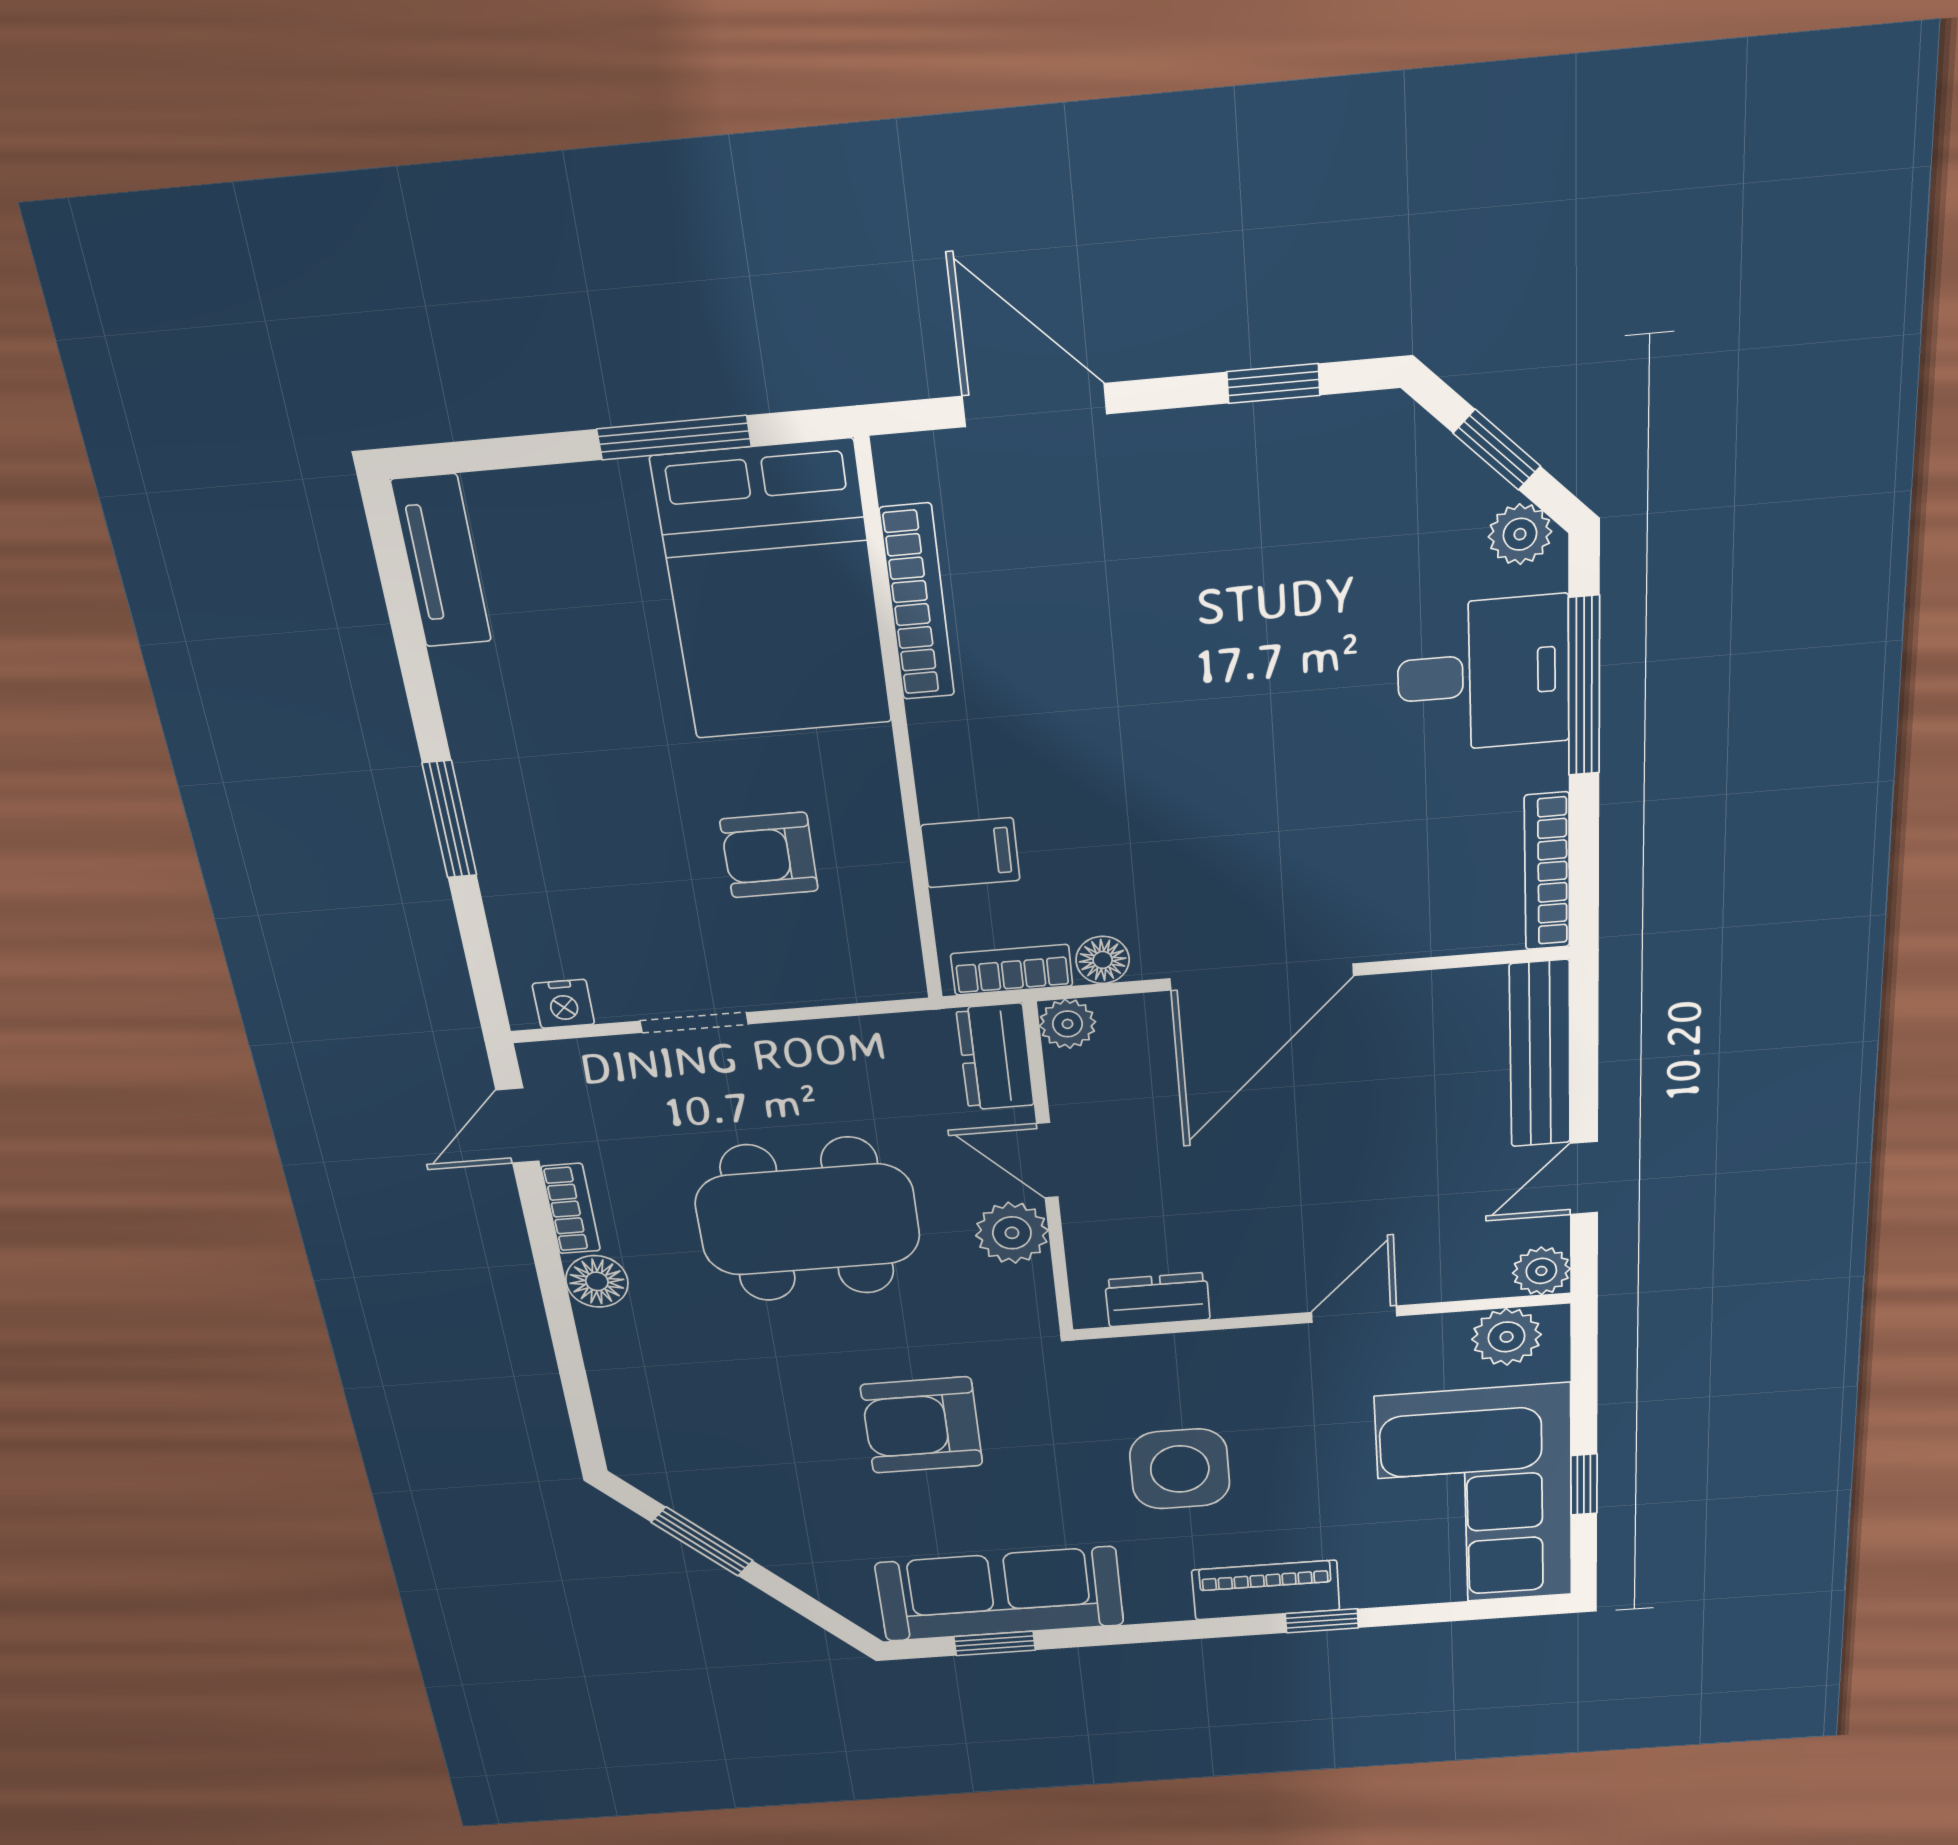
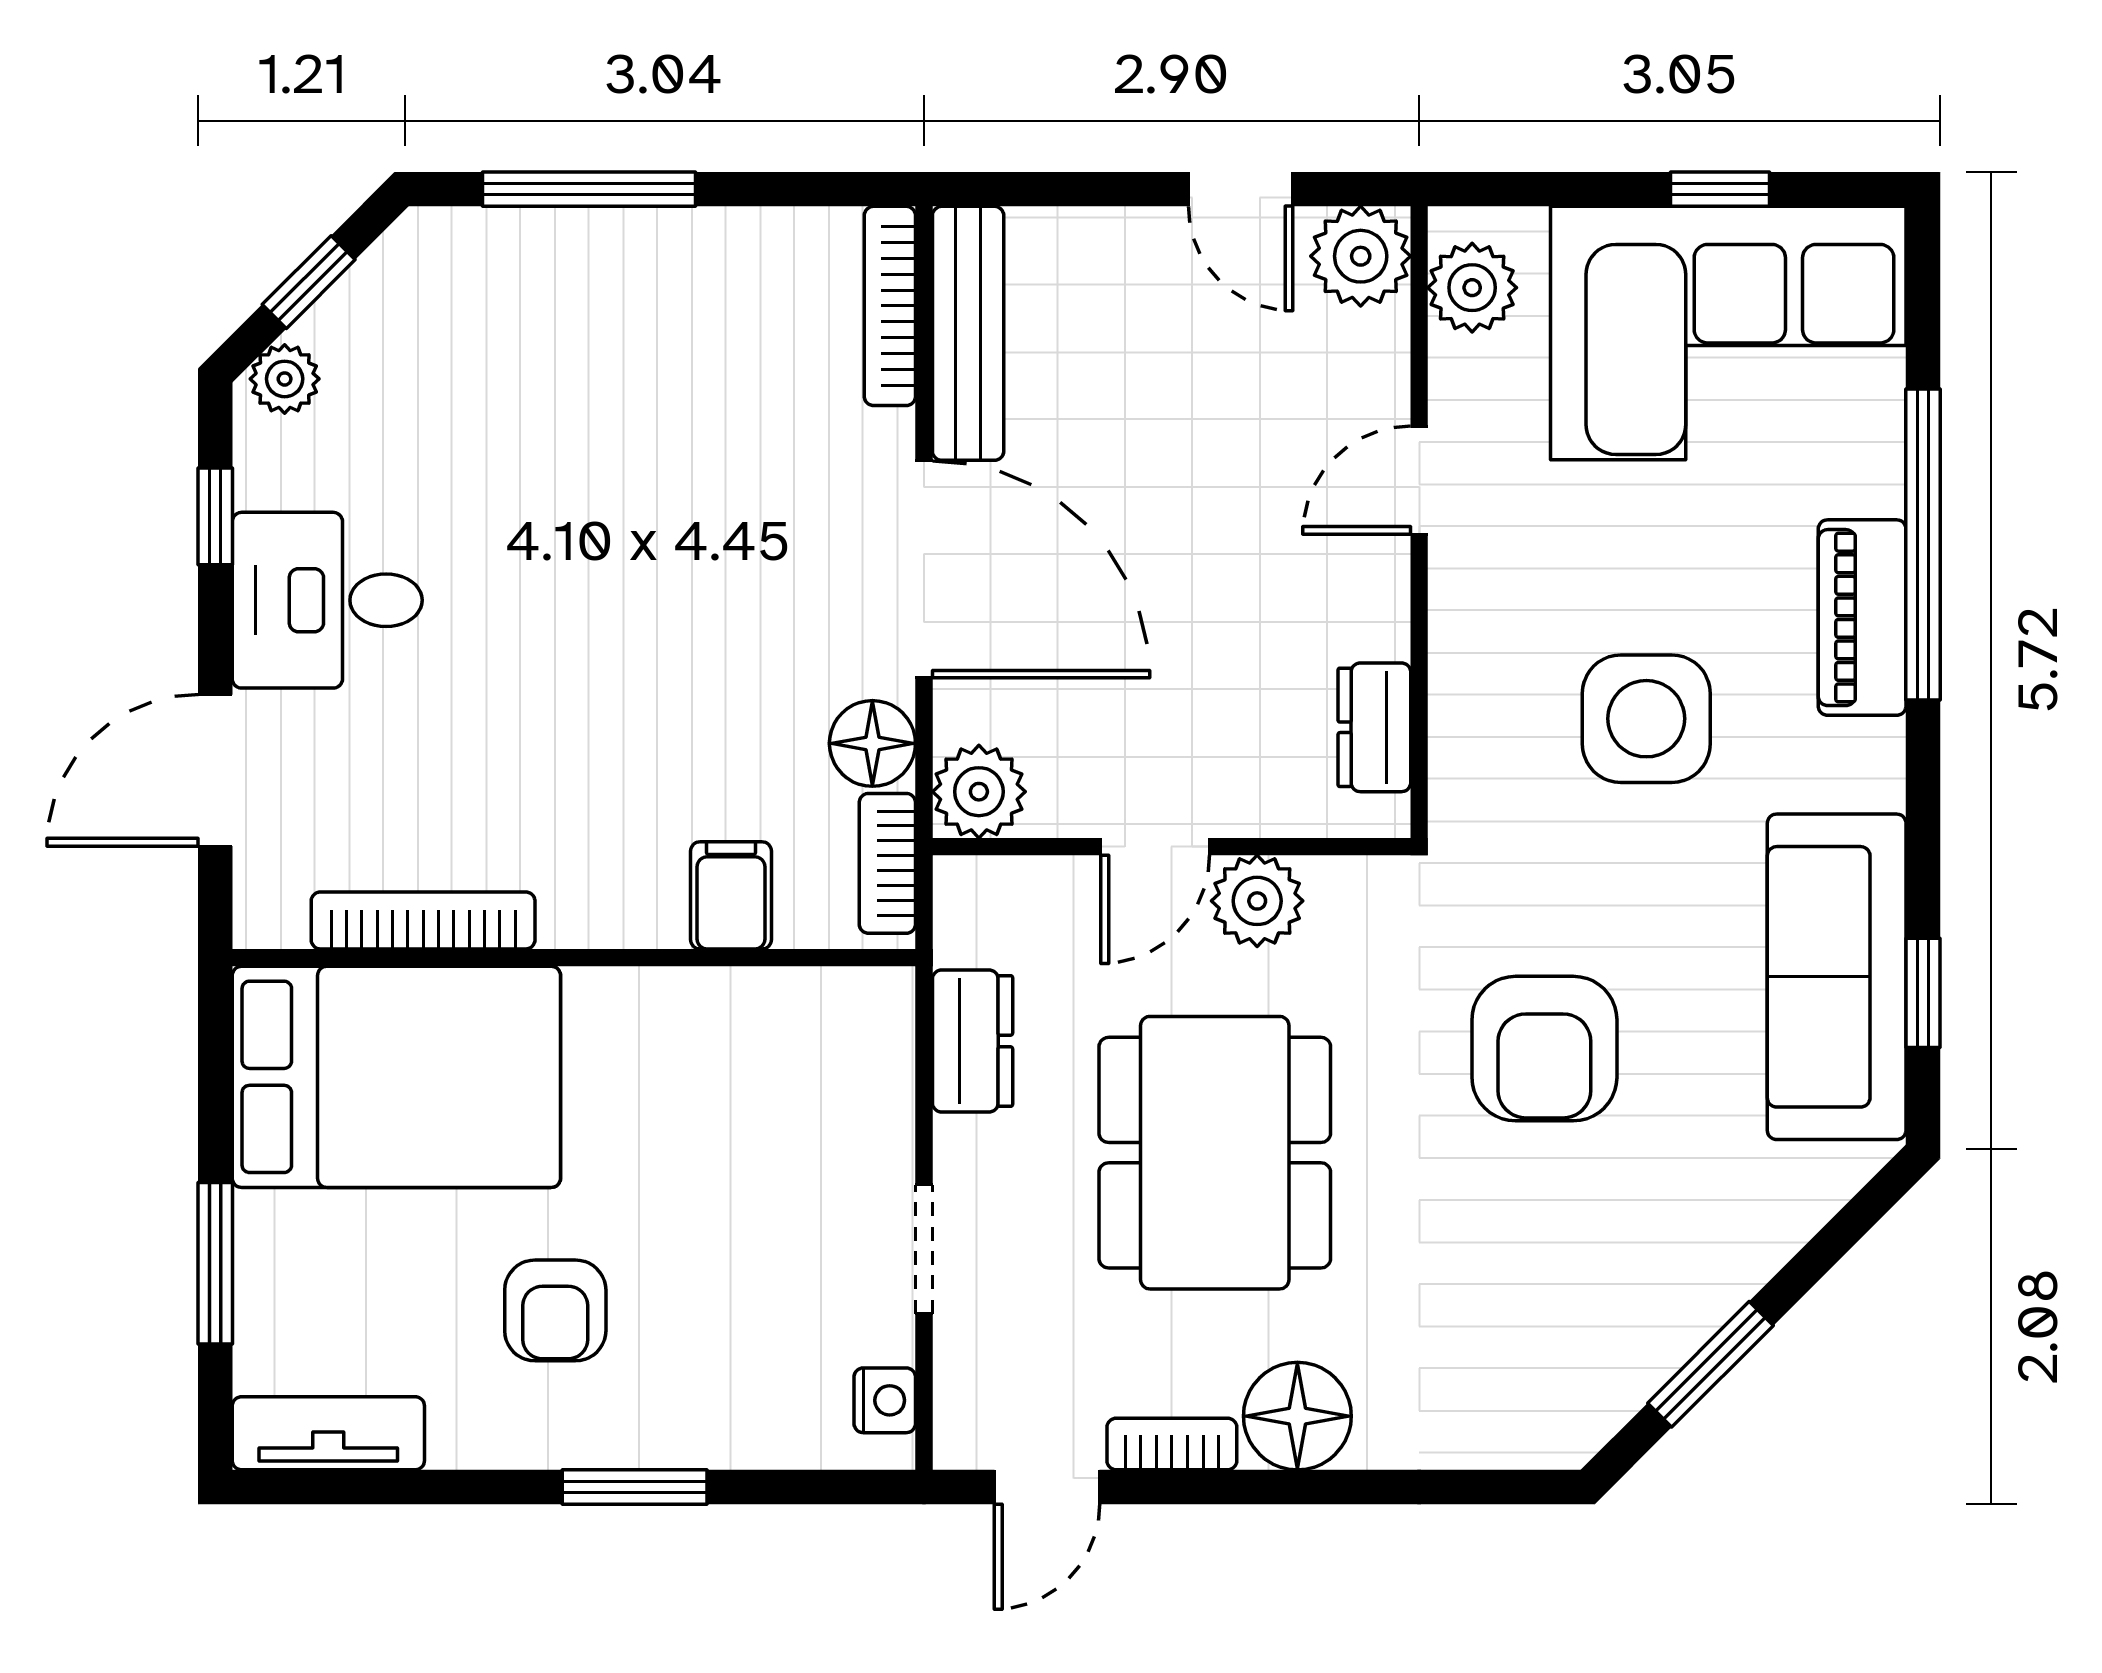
window: (674, 438) -> (215, 1263), moved
plant: (1520, 534) -> (285, 379), moved
desk: (1483, 675) -> (327, 600), moved, turned -90
armchair: (769, 855) -> (555, 1310), moved
bookcase: (1547, 872) -> (890, 306), moved, turned 90
floor lamp: (1103, 960) -> (872, 743), width x1.37, depth x1.37
plant: (1068, 1024) -> (979, 792), width x1.38, depth x1.38
bench: (1540, 1054) -> (968, 333), moved, turned 90
dresser: (995, 1057) -> (973, 1041), moved, turned -90
door: (518, 1126) -> (1047, 1487), hinge flipped
plant: (1541, 1271) -> (1361, 256), width x1.38, depth x1.38
floor lamp: (597, 1281) -> (1297, 1416), width x1.38, depth x1.38
door: (1354, 1314) -> (1419, 480), hinge flipped
window: (1322, 1621) -> (1923, 545), width x3.17

